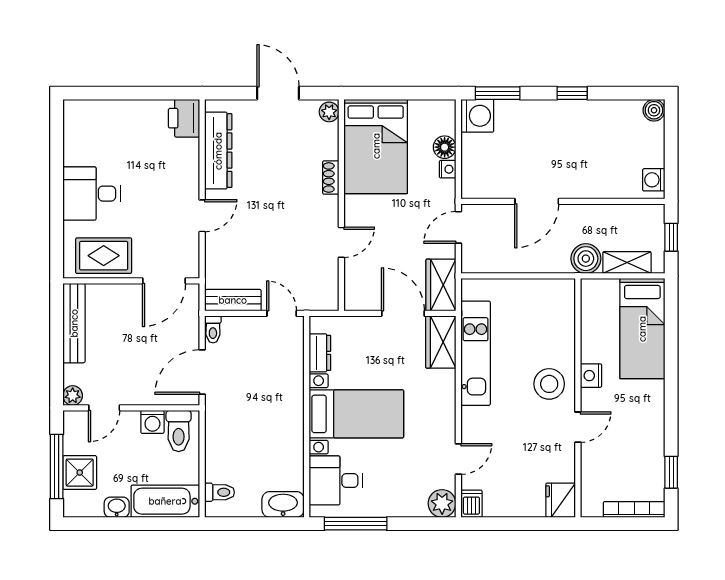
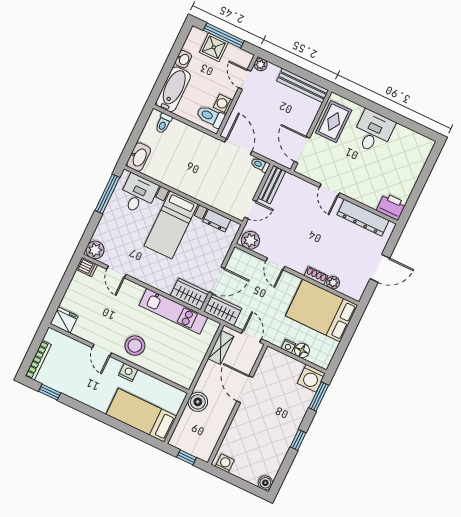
plant: (329, 112) -> (333, 283), moved
shelving: (627, 263) -> (221, 348), moved
plant: (325, 293) -> (250, 240), added

